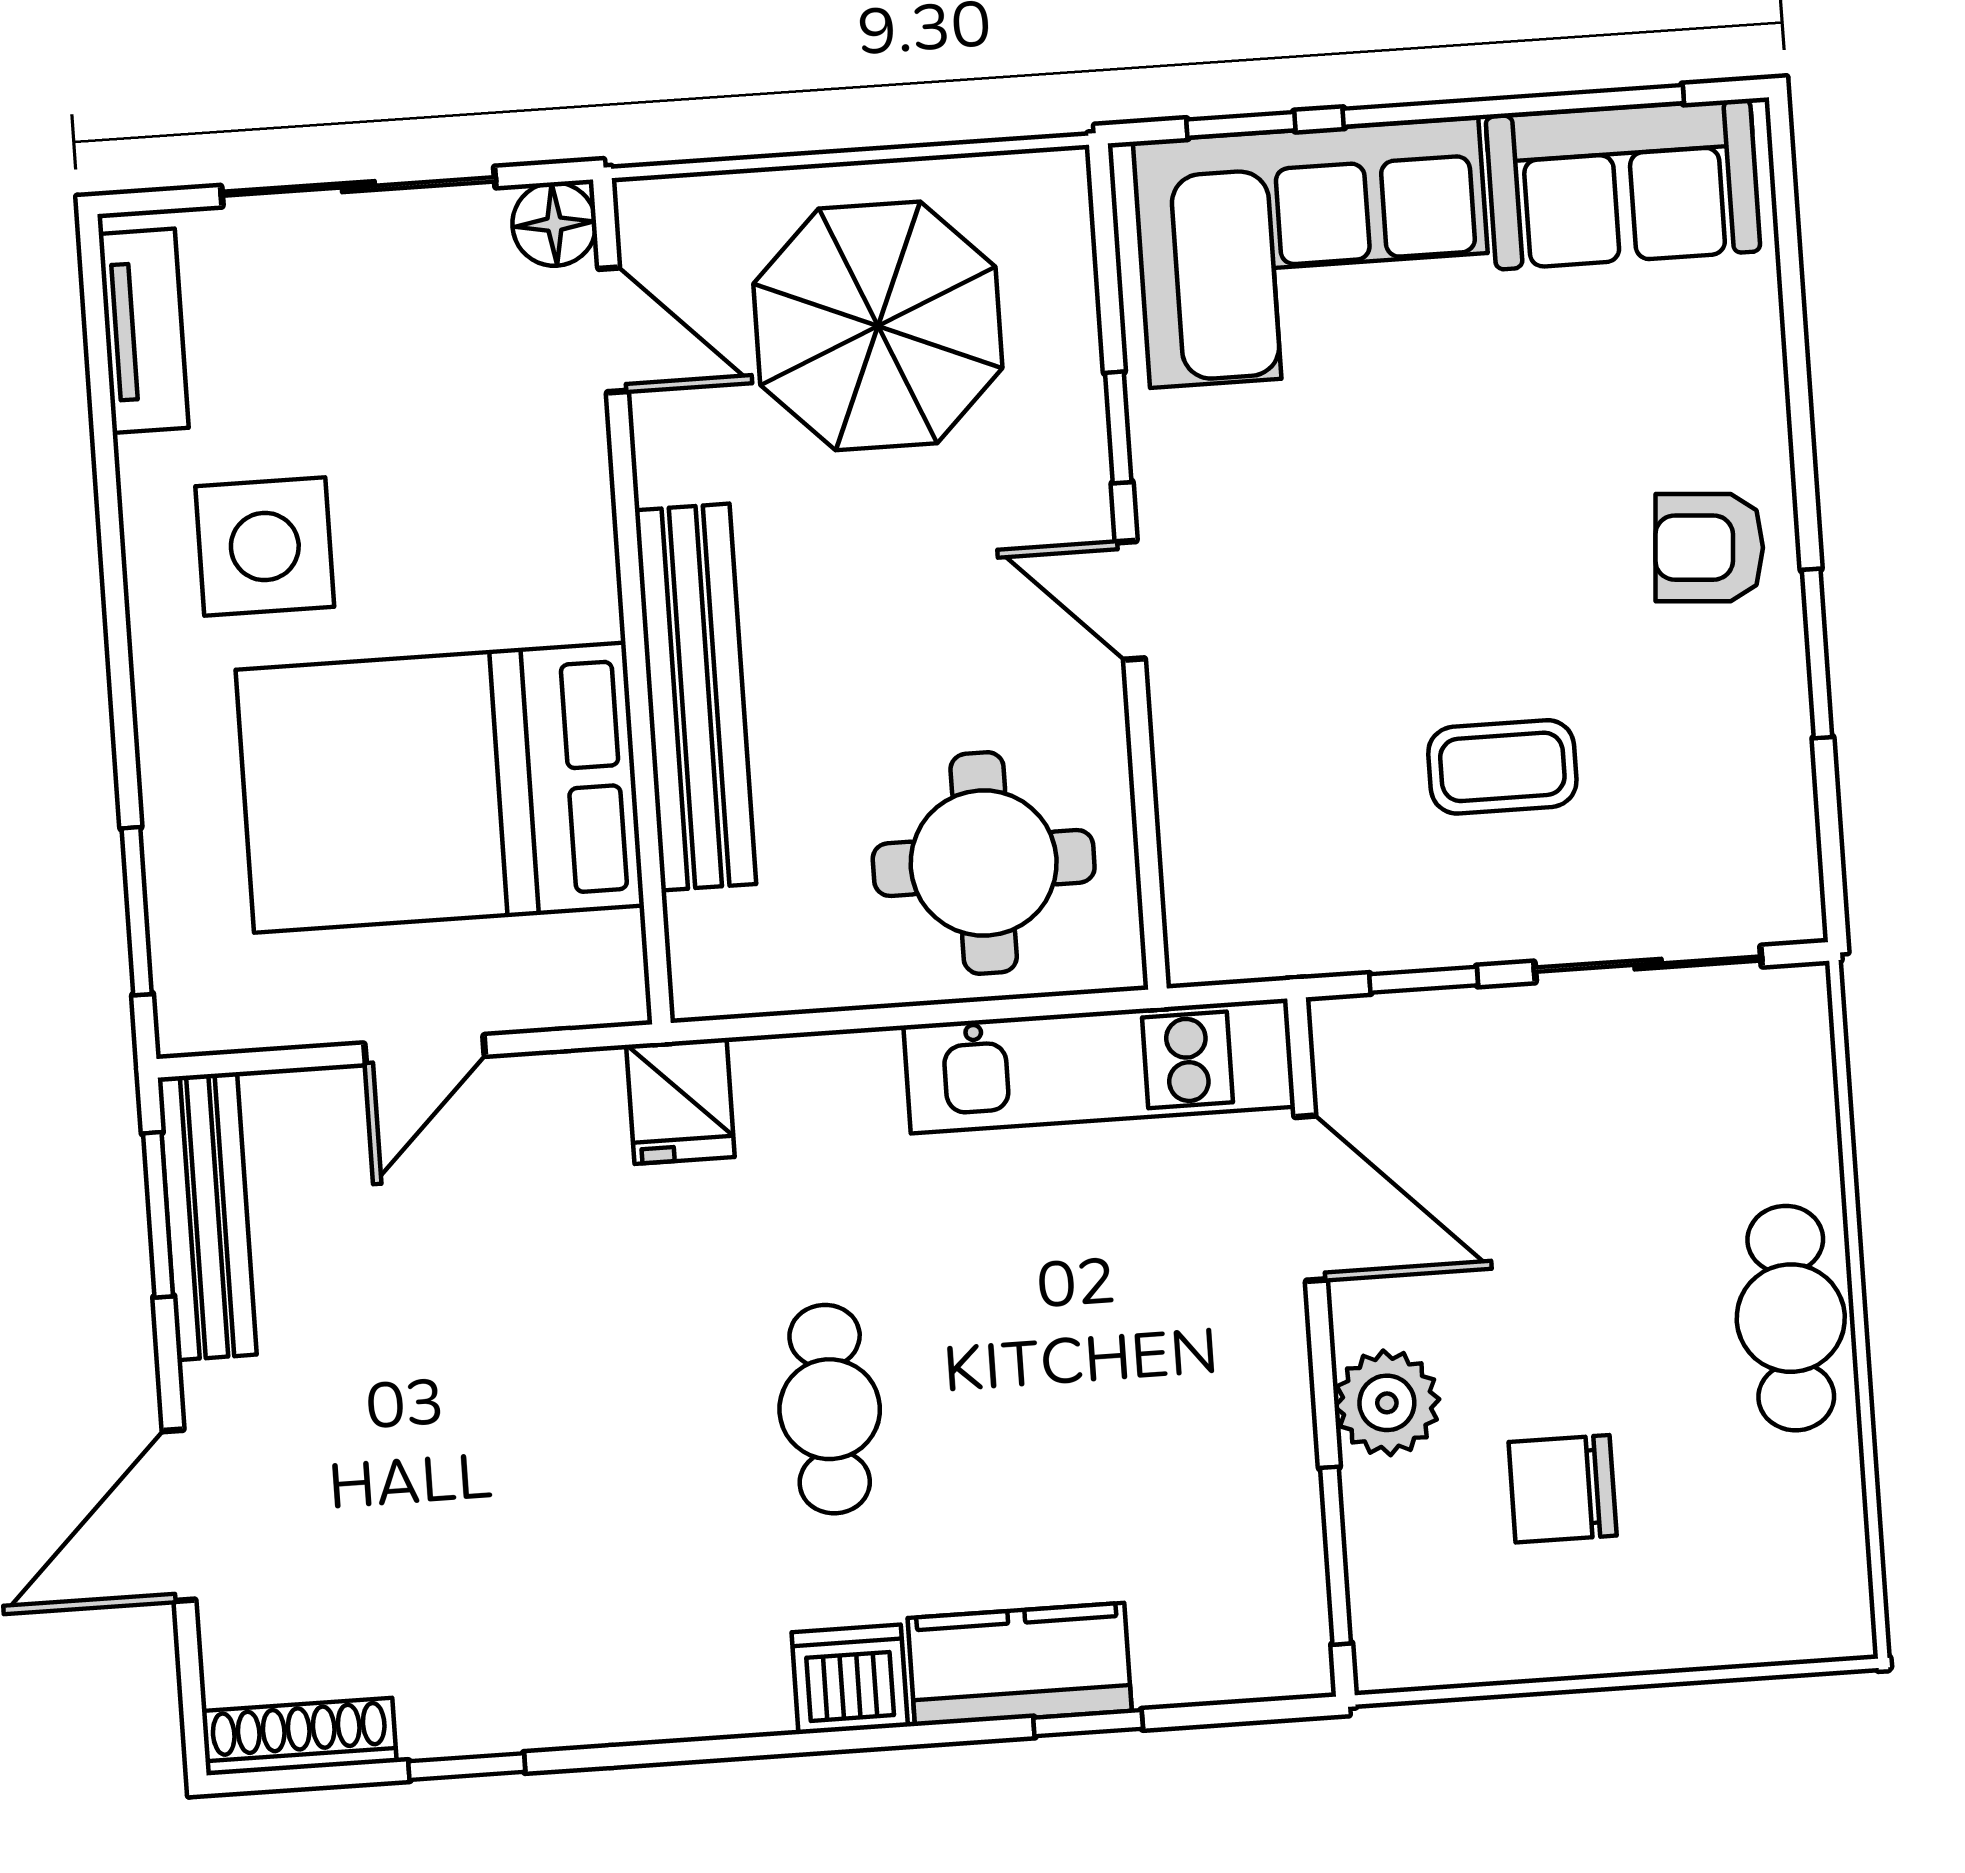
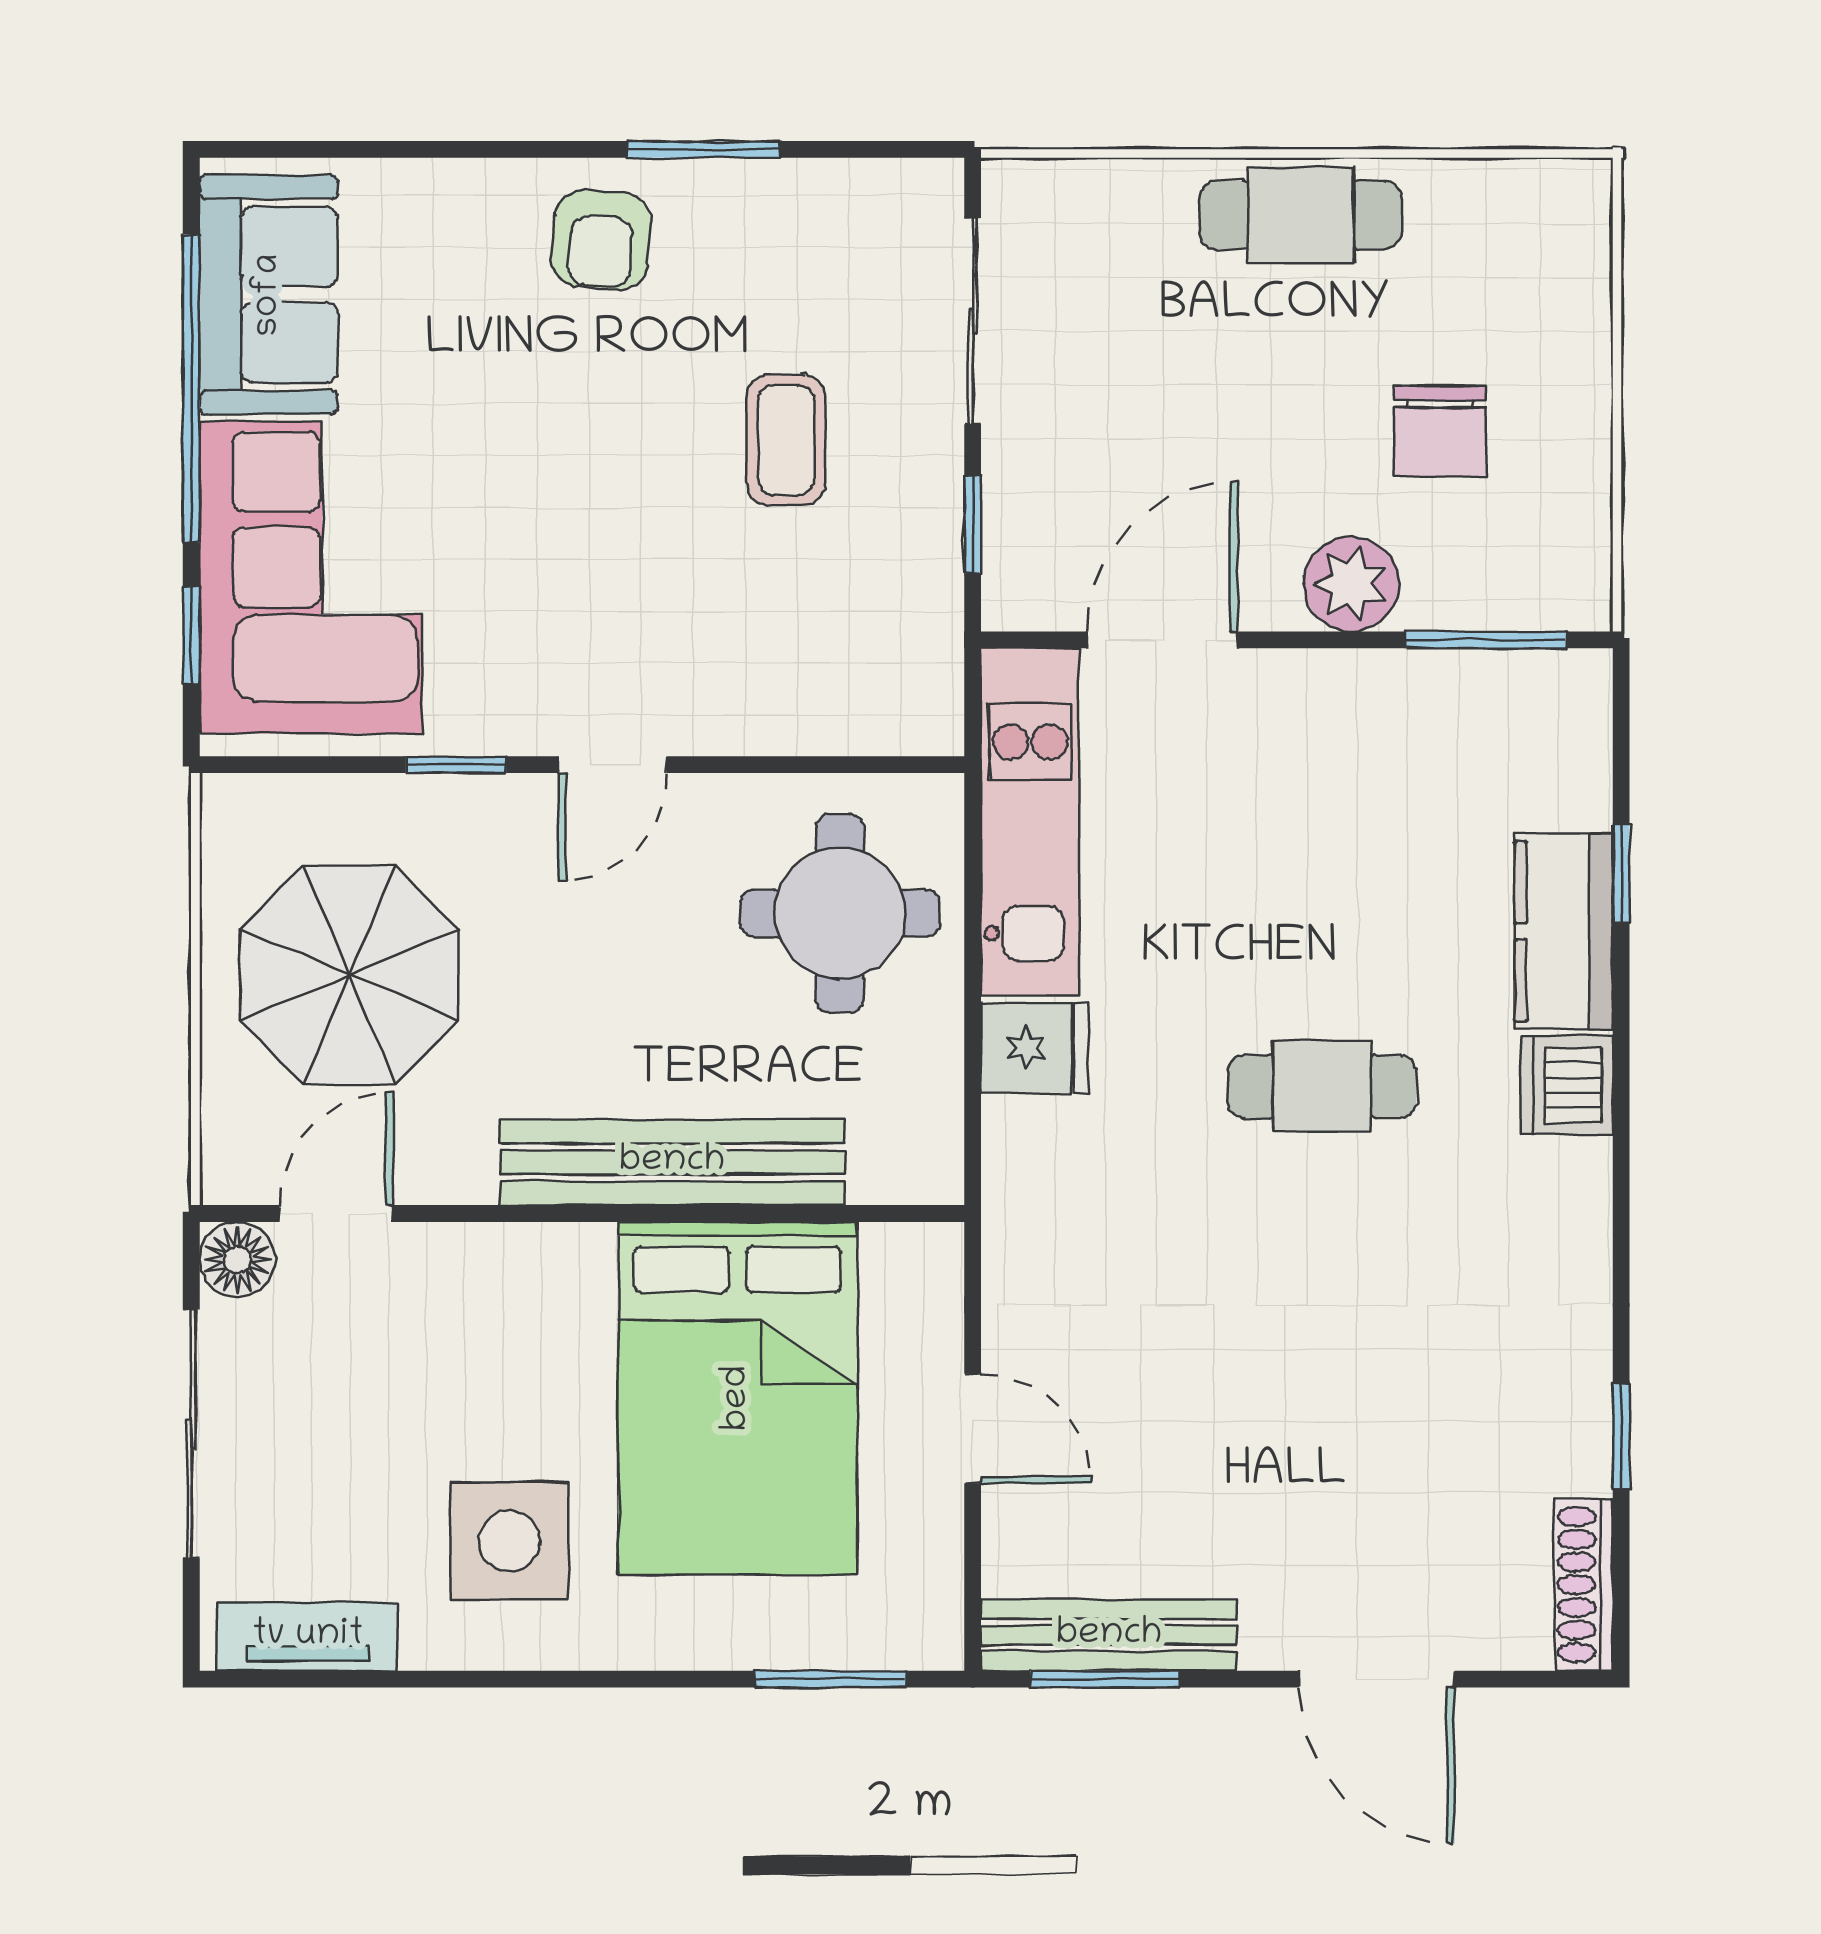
fridge: (680, 1101) -> (1035, 1048), moved

